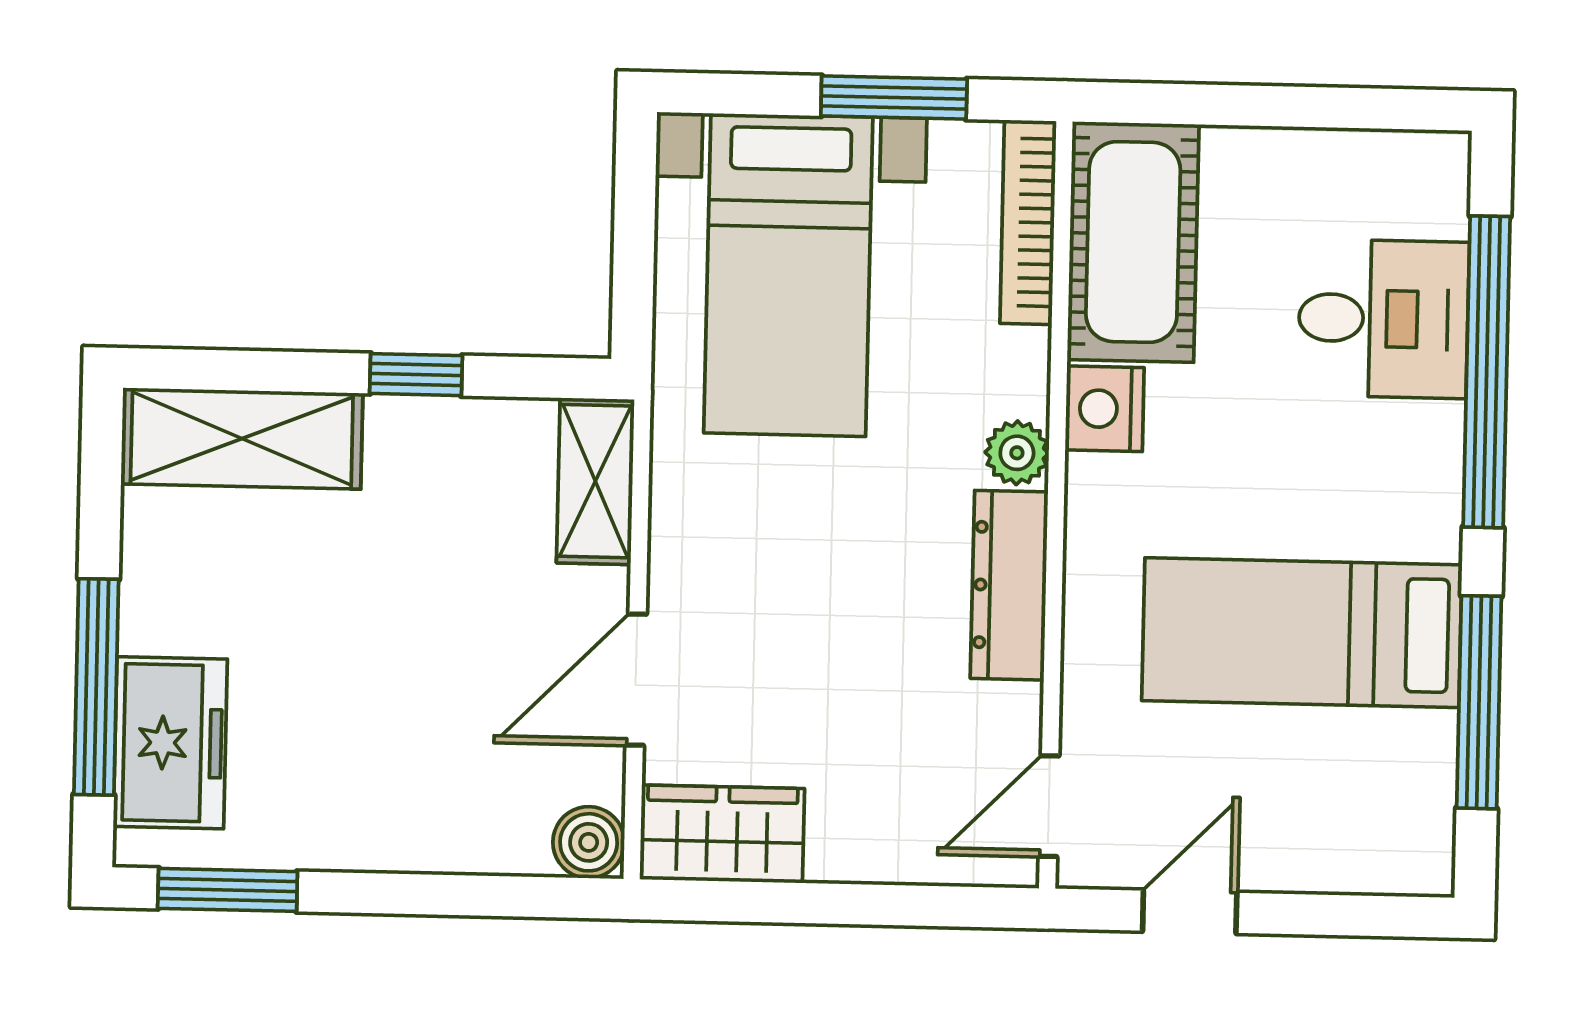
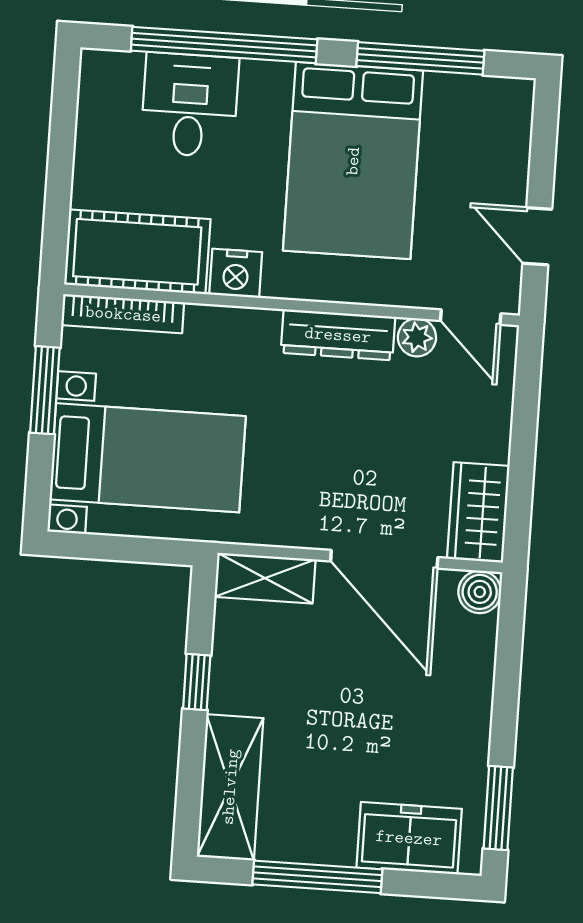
plant: (1017, 453) -> (417, 337), moved
bed: (1302, 633) -> (353, 161), width x1.50
door: (636, 680) -> (384, 559), width x1.36
window: (96, 687) -> (317, 877), moved

